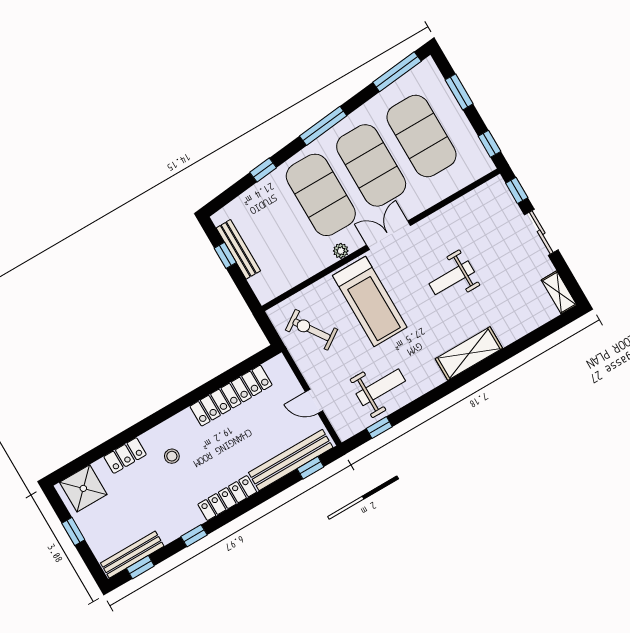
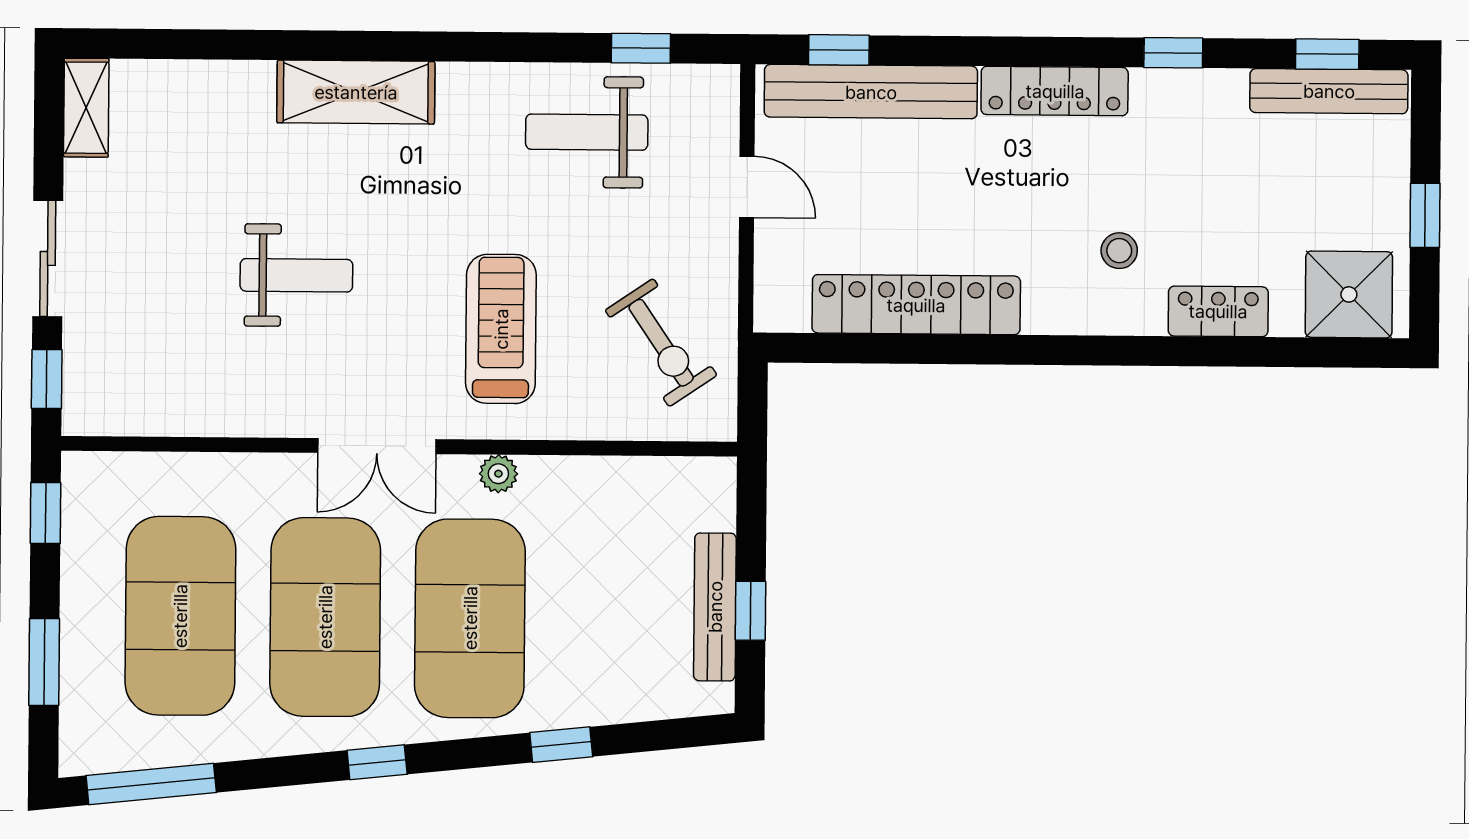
window: (323, 126) -> (377, 762), width x0.46
treadmill: (370, 301) -> (501, 329), width x0.73, depth x0.73

